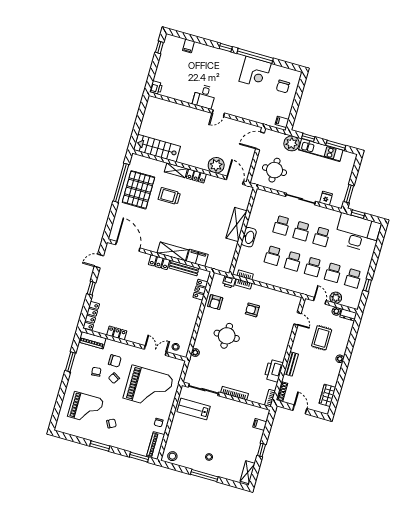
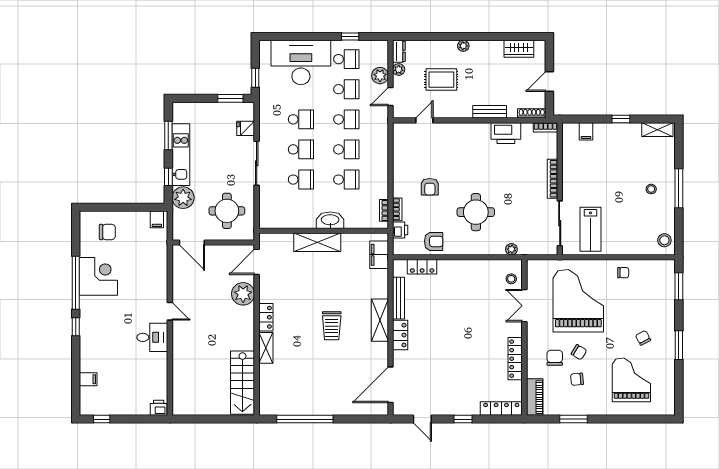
pallet: (138, 190) -> (308, 392), removed
trolley: (169, 196) -> (332, 326), moved
desk: (357, 233) -> (301, 63), moved, turned 90
filing cabinet: (197, 258) -> (379, 255), moved
locker: (117, 333) -> (515, 359), width x1.53
piano: (156, 446) -> (656, 268), removed

